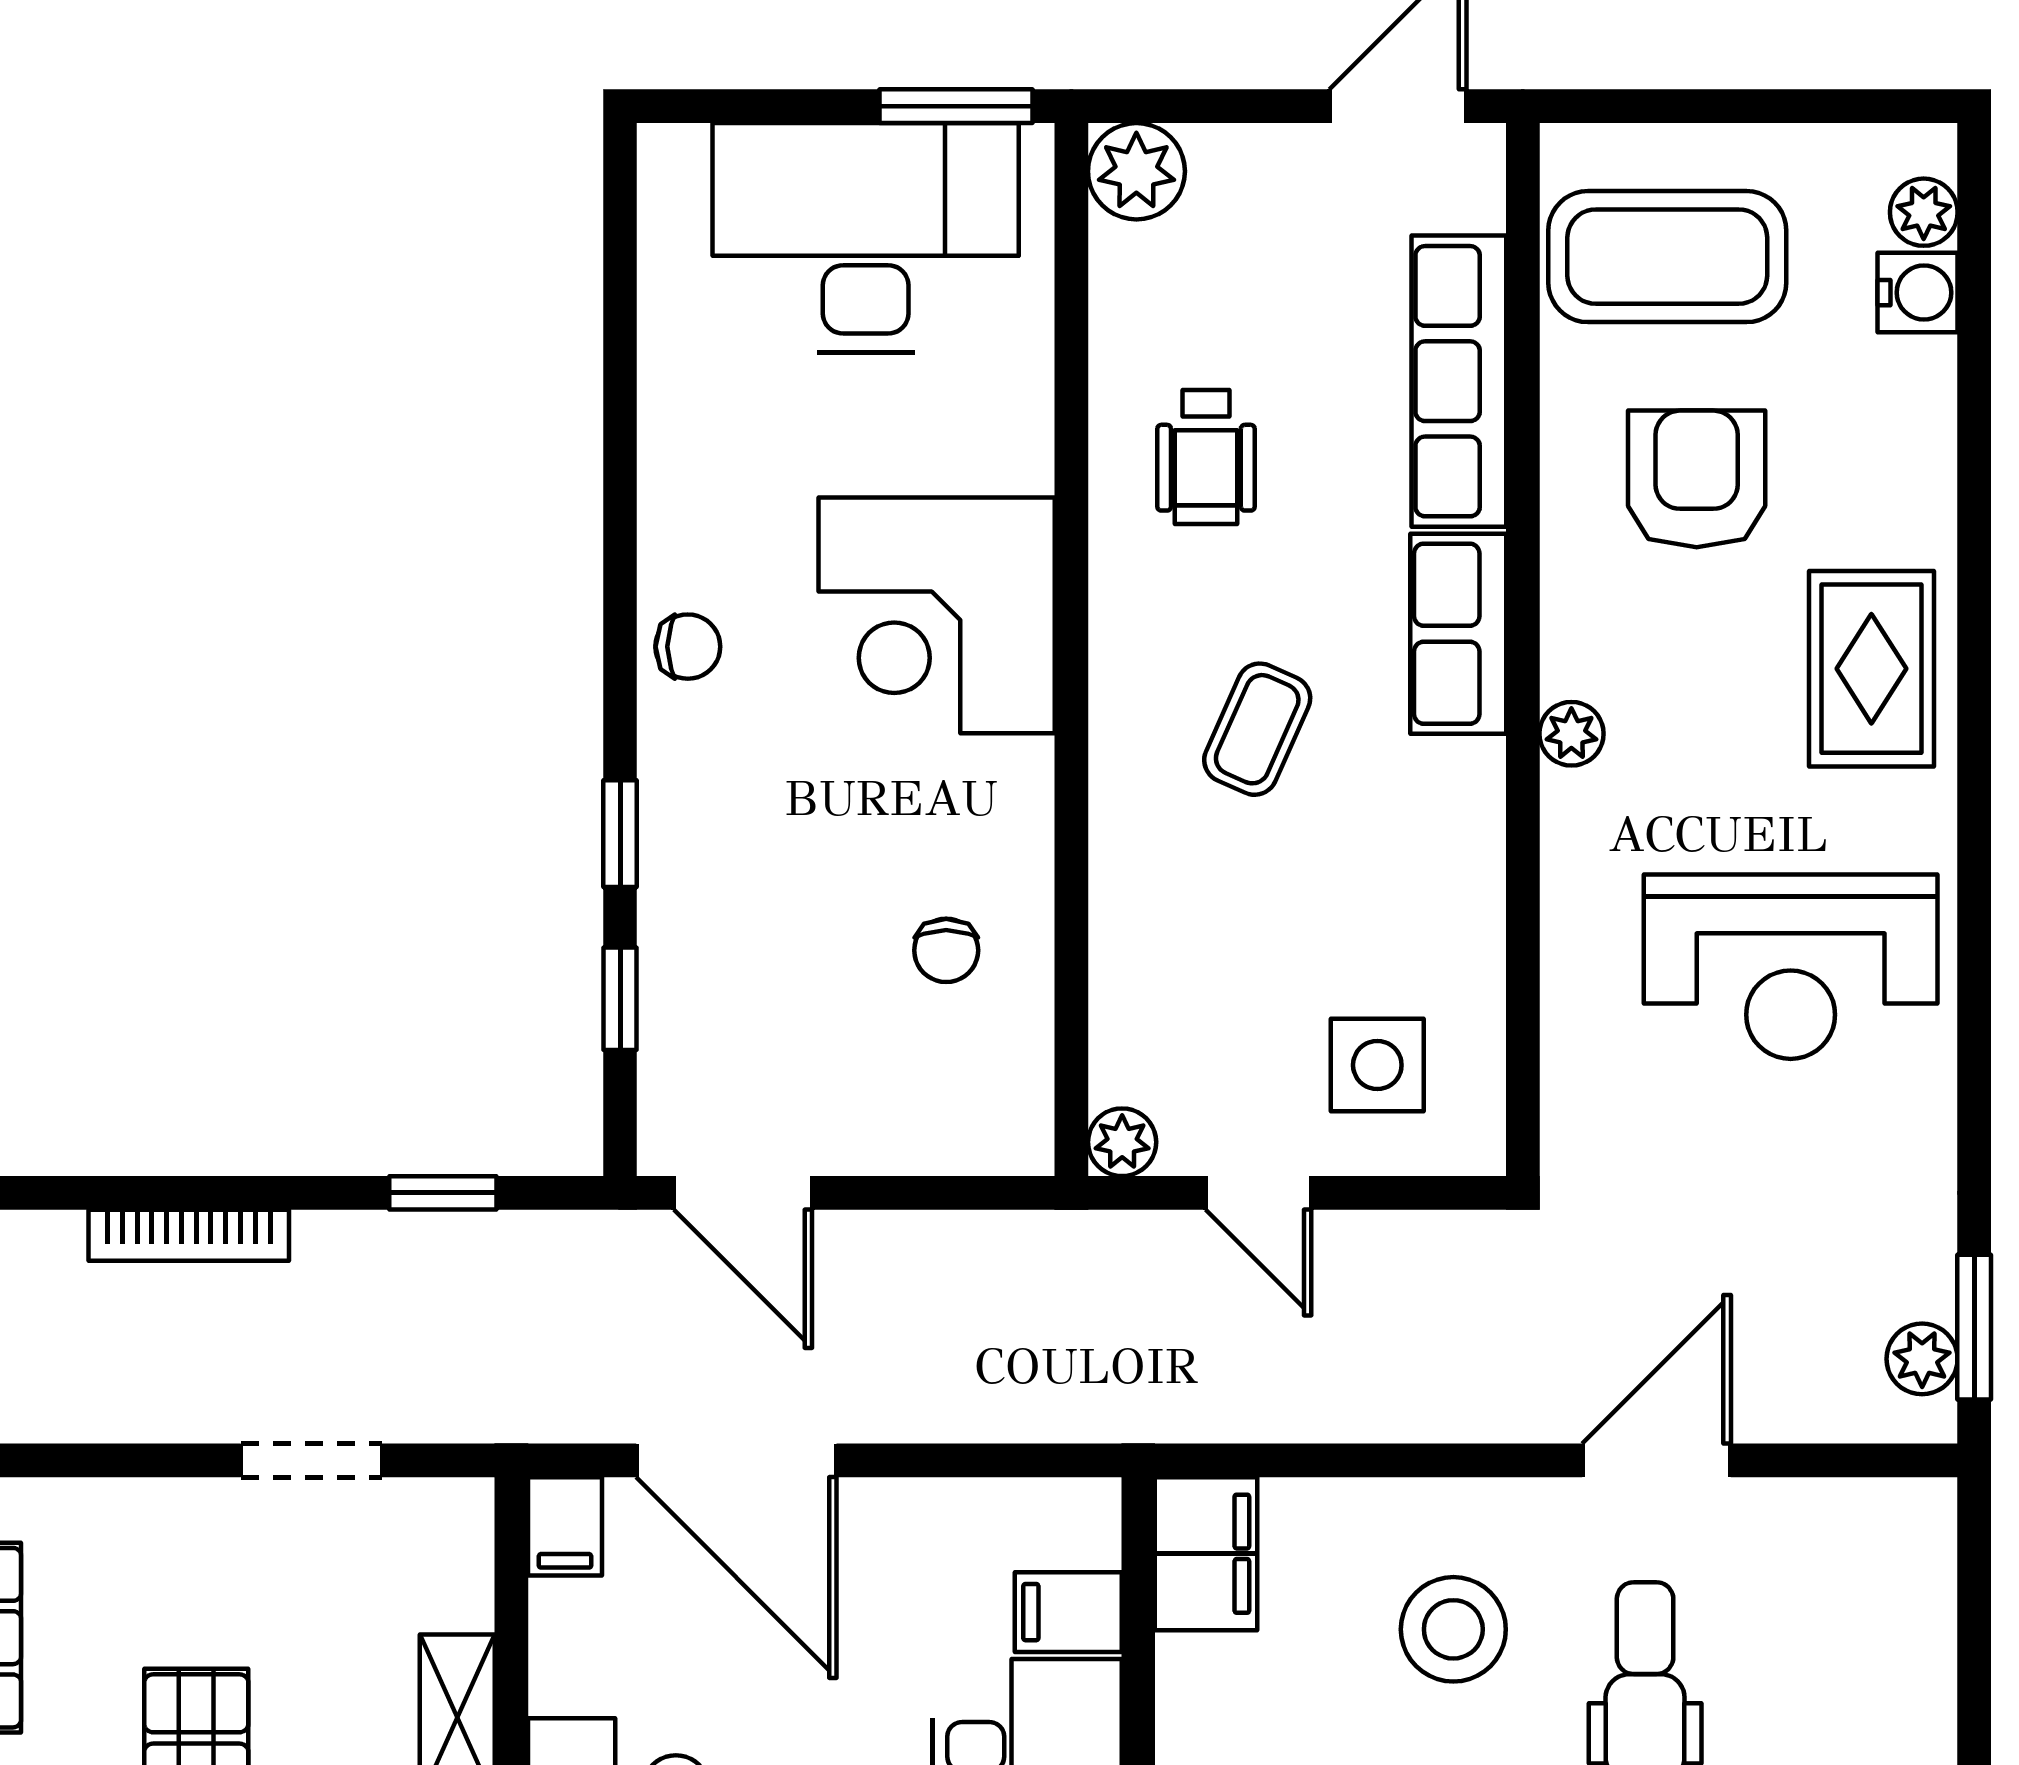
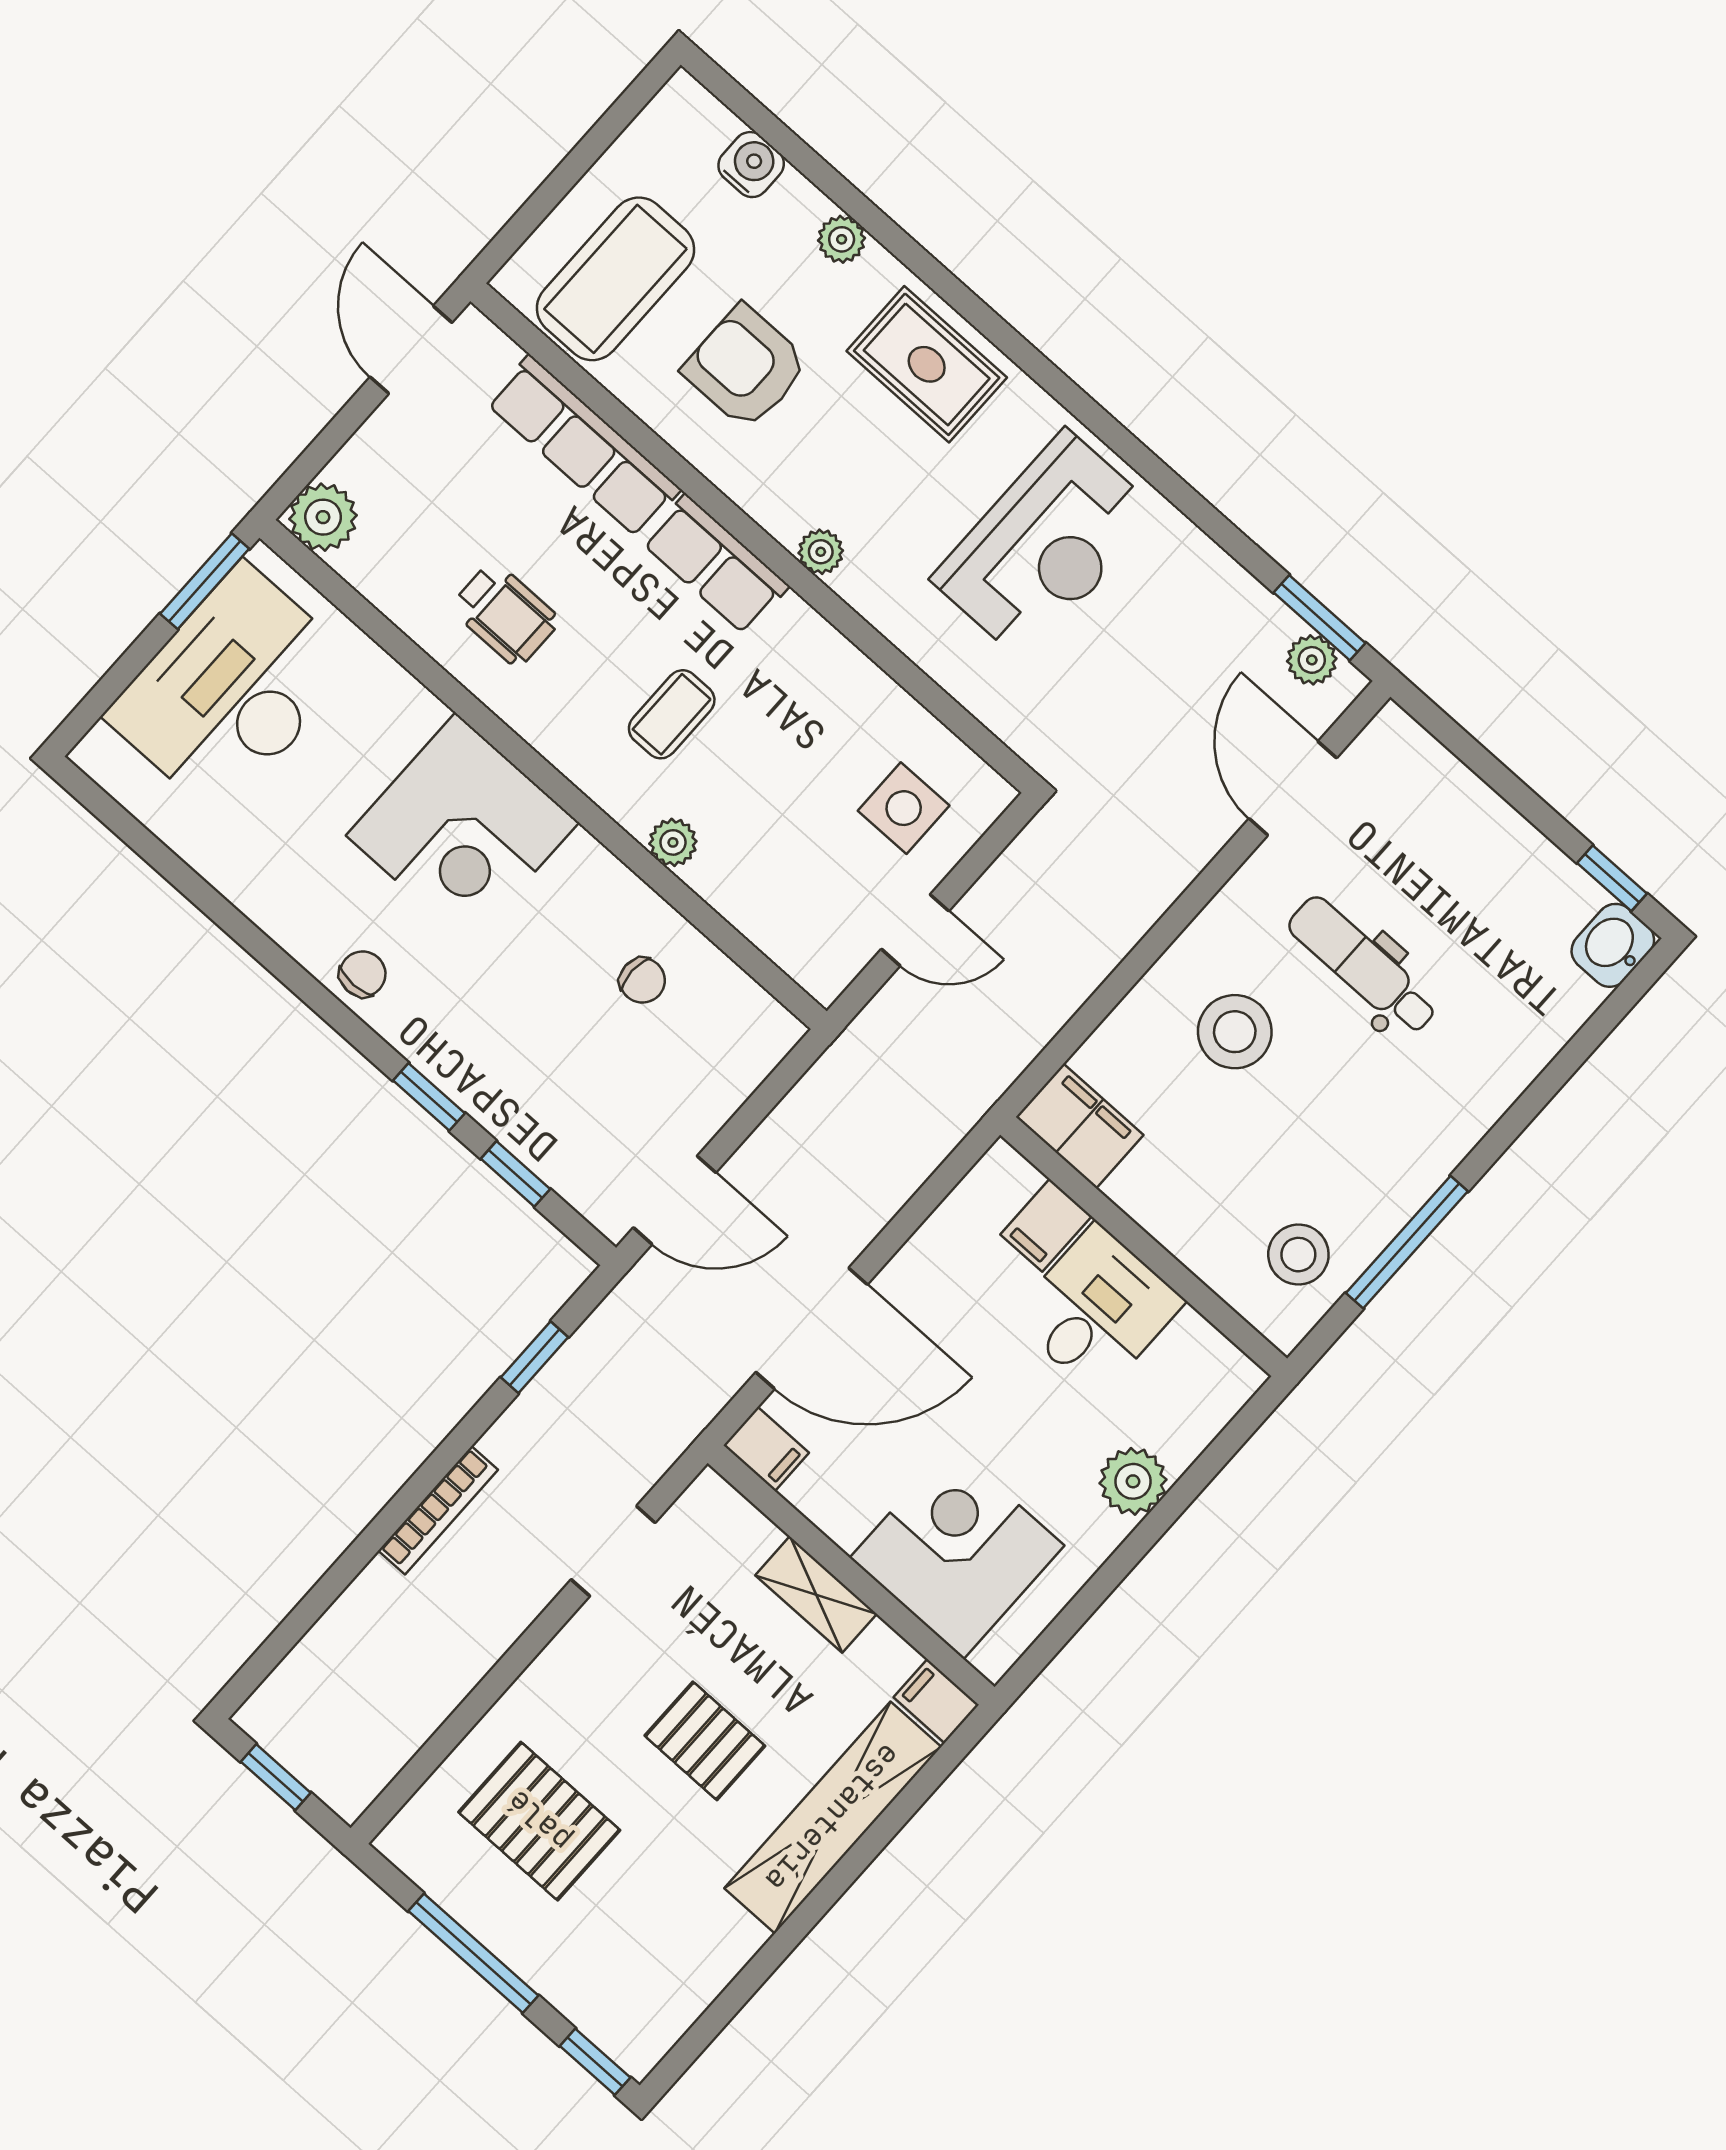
plant: (1924, 212) -> (842, 239), moved
coffee table: (1257, 729) -> (672, 714), turned 66
plant: (1122, 1142) -> (673, 842), moved
door: (1657, 1460) -> (1293, 788), moved

